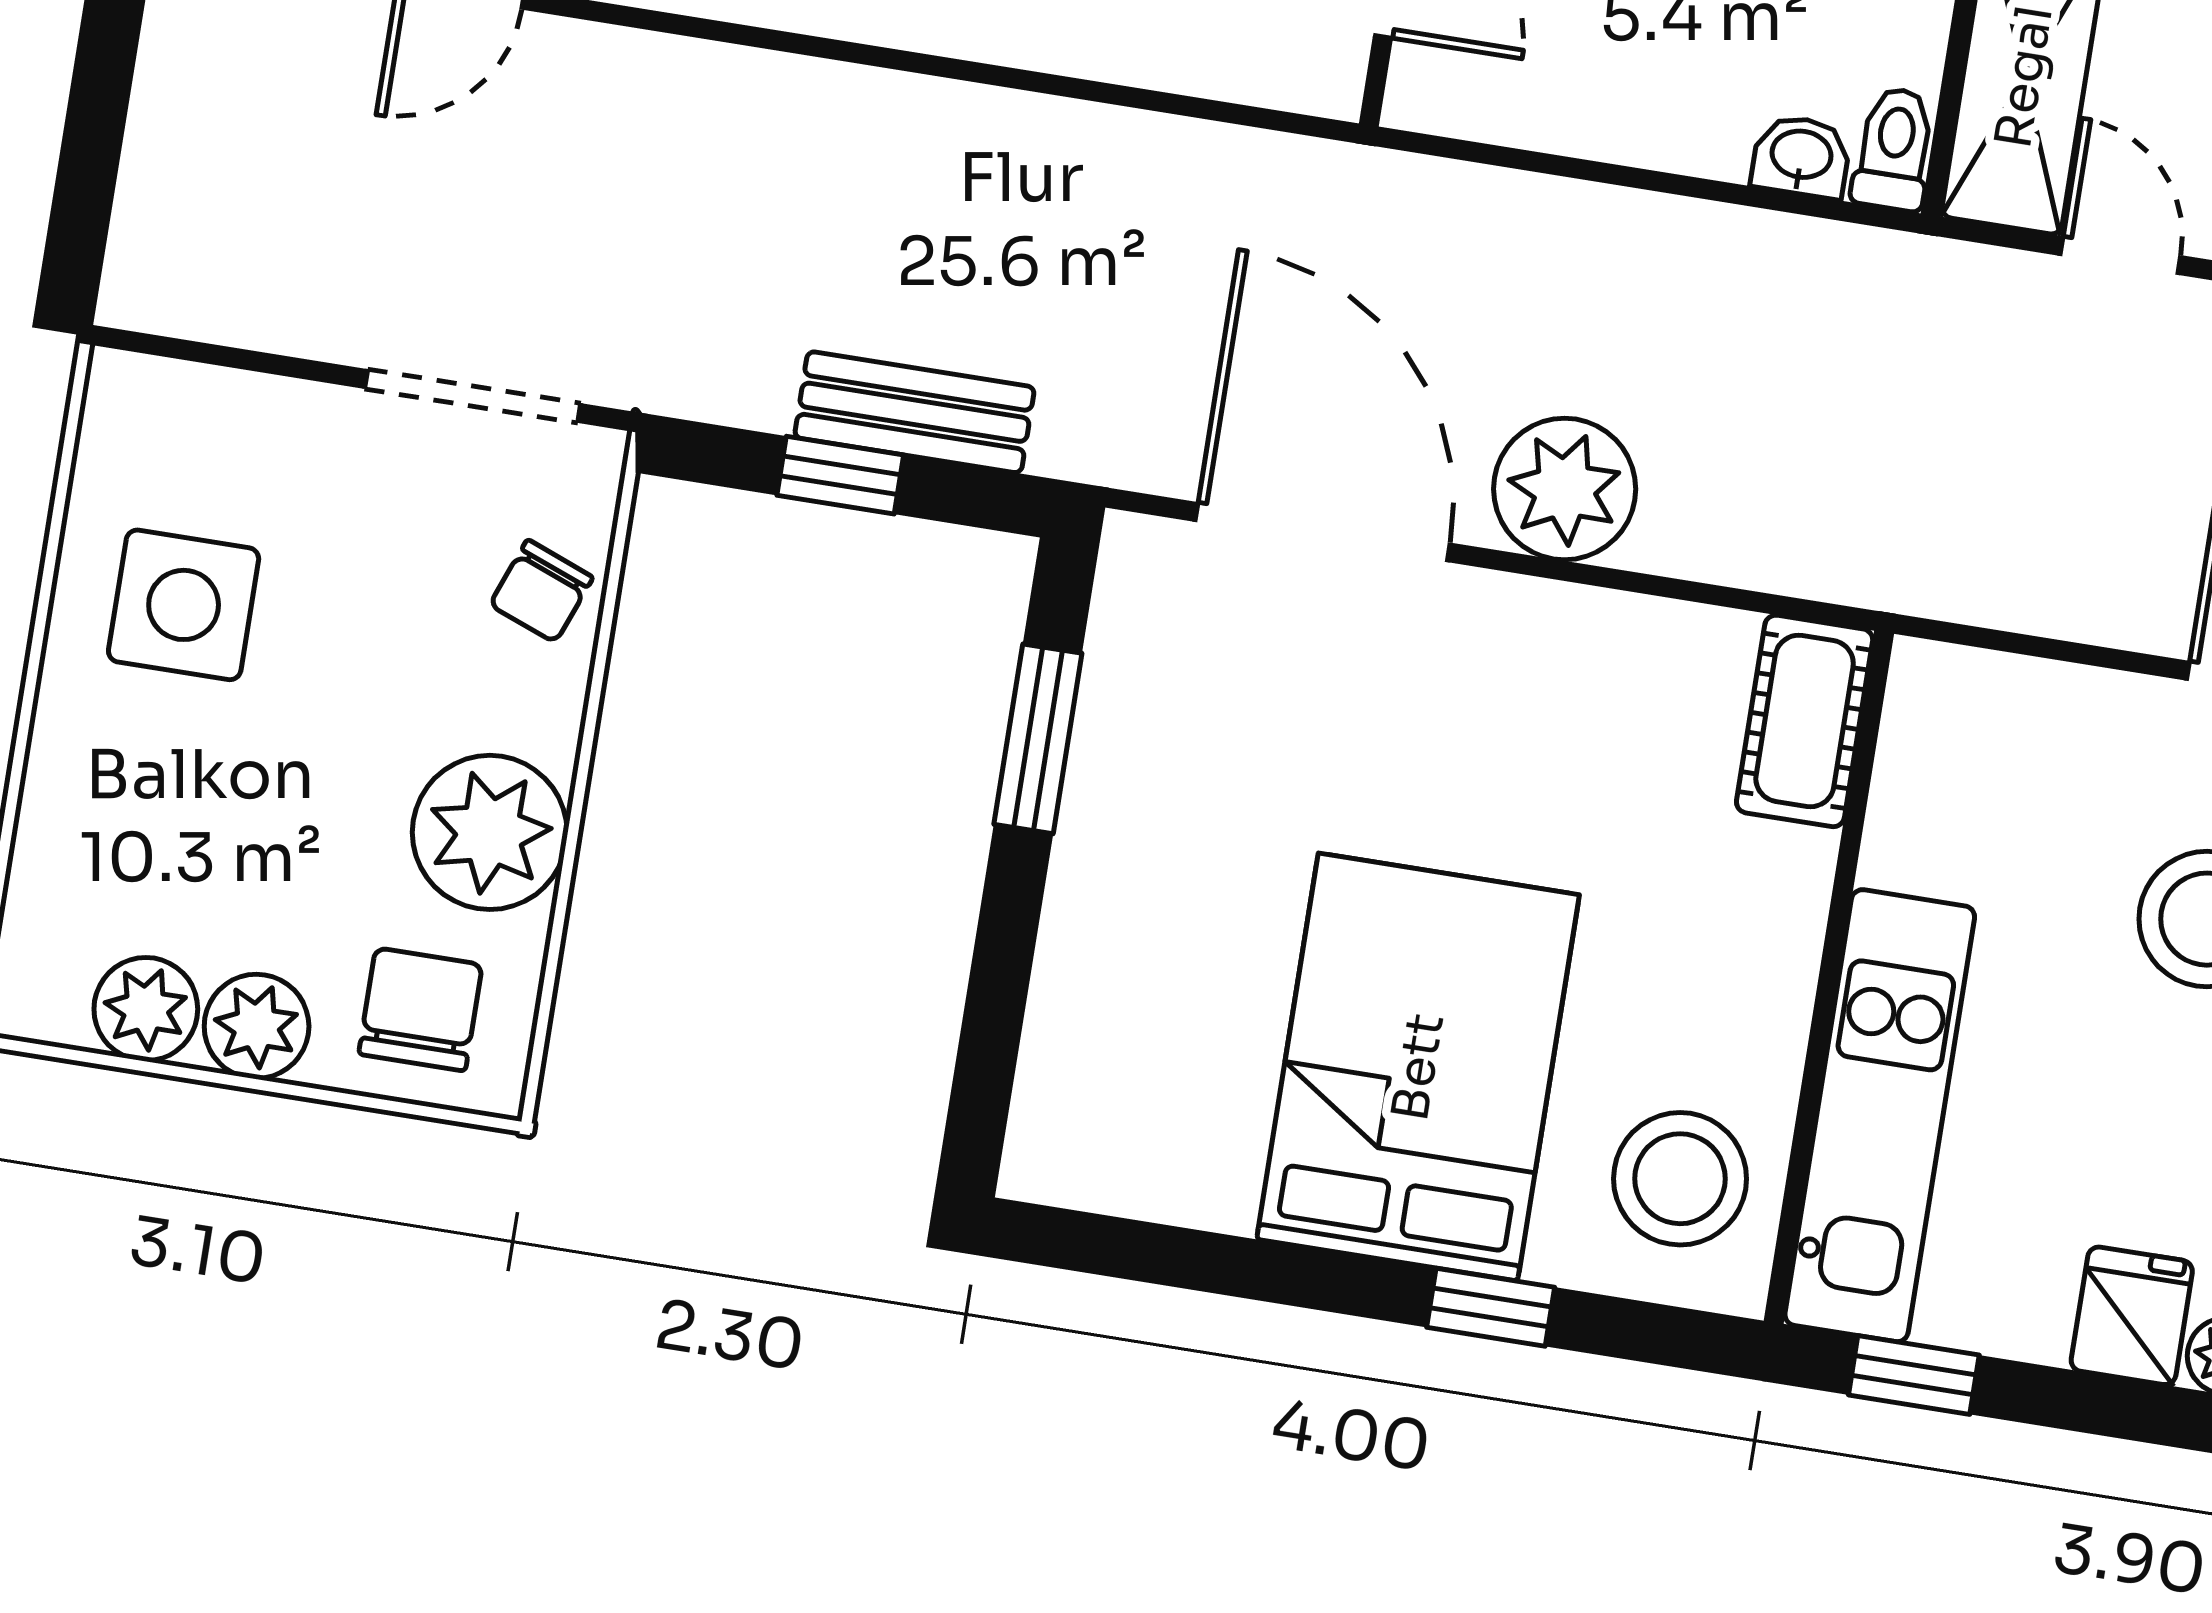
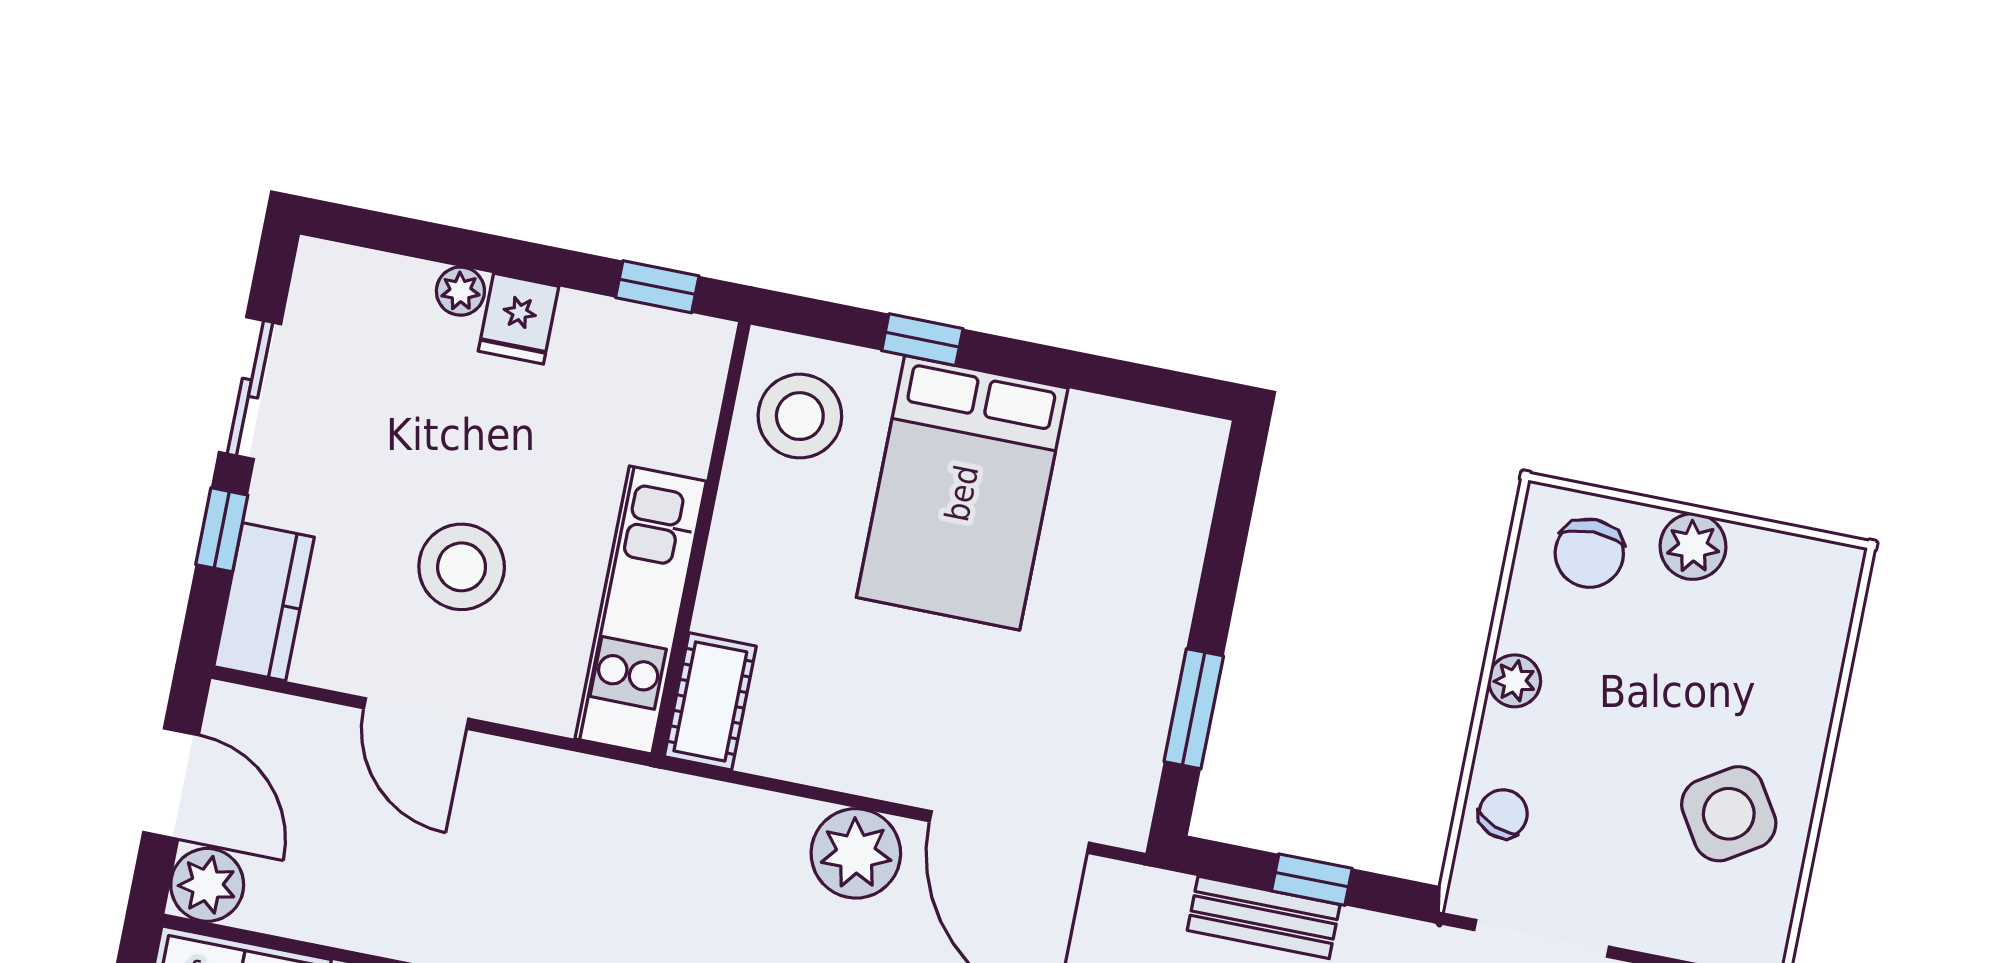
side table: (184, 605) -> (1729, 814), turned -32
plant: (490, 832) -> (1515, 681), width x0.53, depth x0.53
plant: (146, 1009) -> (1762, 560), removed
kitchen unit: (1880, 1116) -> (641, 610), moved

